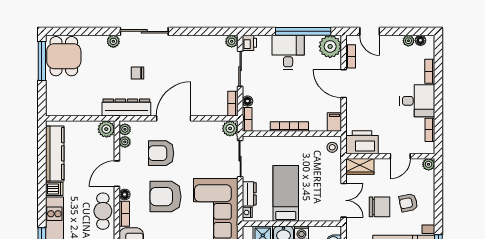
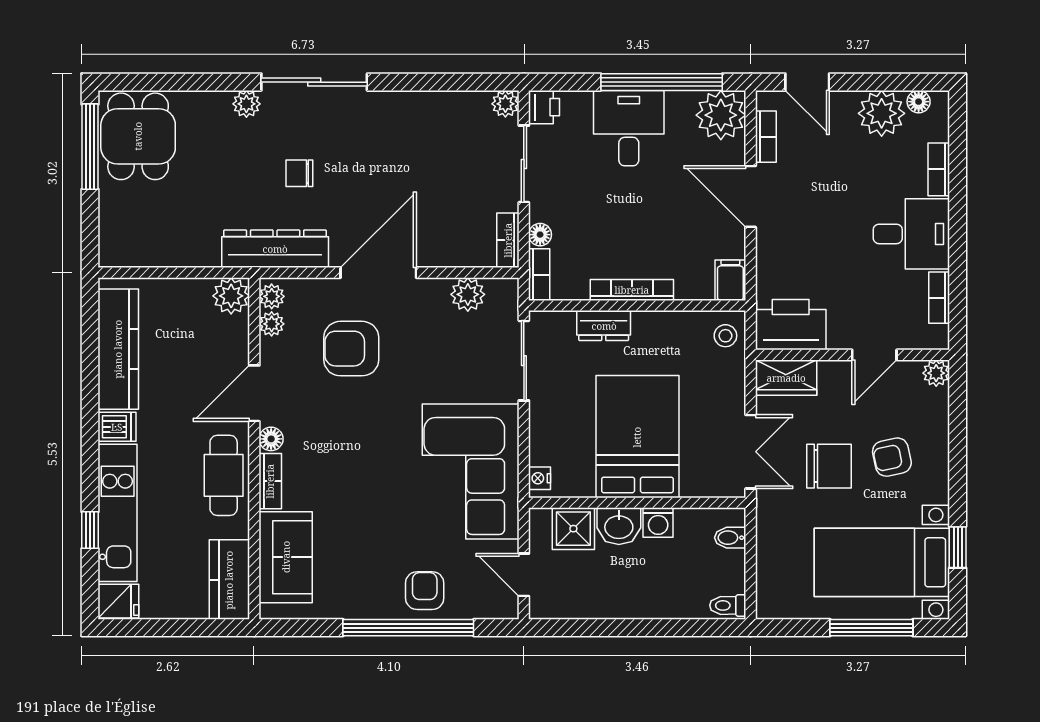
plant: (408, 41) -> (882, 113), width x1.88, depth x1.88
plant: (230, 128) -> (468, 294), moved
bed: (286, 193) -> (637, 437), width x1.50
dresser: (249, 194) -> (604, 326), moved, turned 90
armchair: (166, 197) -> (361, 444), removed

